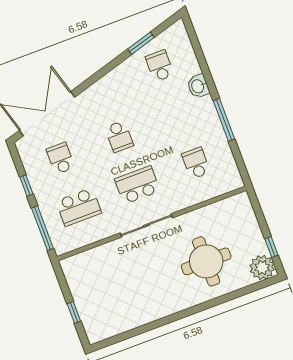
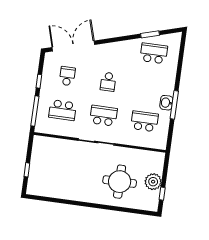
school desk: (160, 66) -> (154, 53), width x1.85
washbasin: (198, 86) -> (166, 103), moved
school desk: (196, 163) -> (144, 121), width x1.85
plant: (262, 267) -> (153, 182), moved

